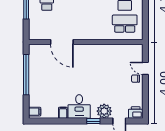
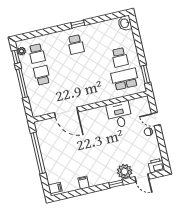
window: (145, 23) -> (145, 74), added
desk: (79, 106) -> (119, 115), moved, turned 180

